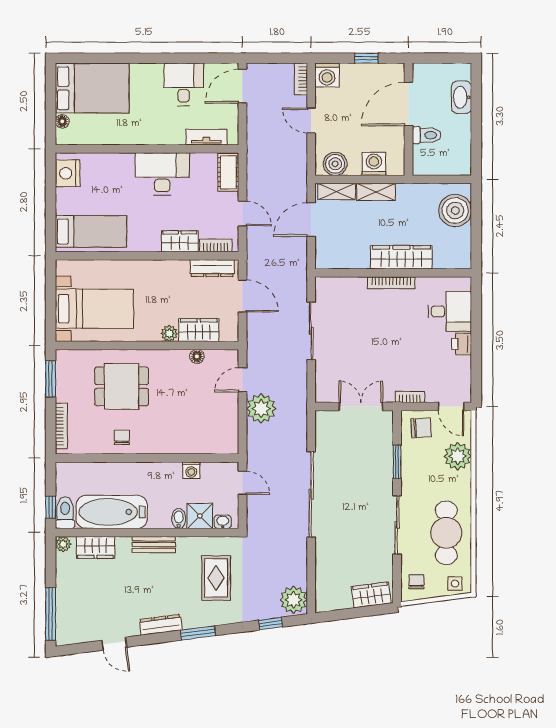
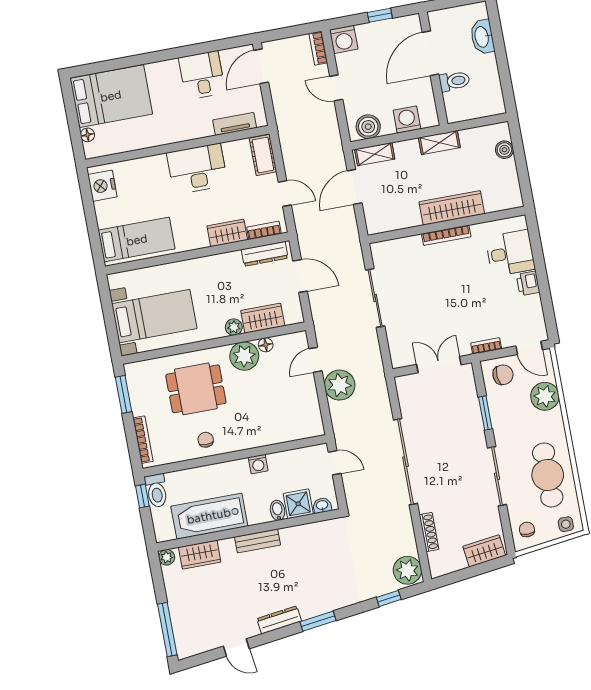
shelving: (376, 192) -> (439, 143), moved
boiler: (455, 210) -> (504, 150), width x0.54, depth x0.54
plant: (174, 363) -> (244, 356), added
washing machine: (191, 470) -> (258, 464), moved
window: (51, 507) -> (142, 496), moved
toilet: (65, 513) -> (156, 491), moved, turned 180
shoe rack: (321, 567) -> (429, 532), added
rug: (216, 578) -> (326, 563), removed

